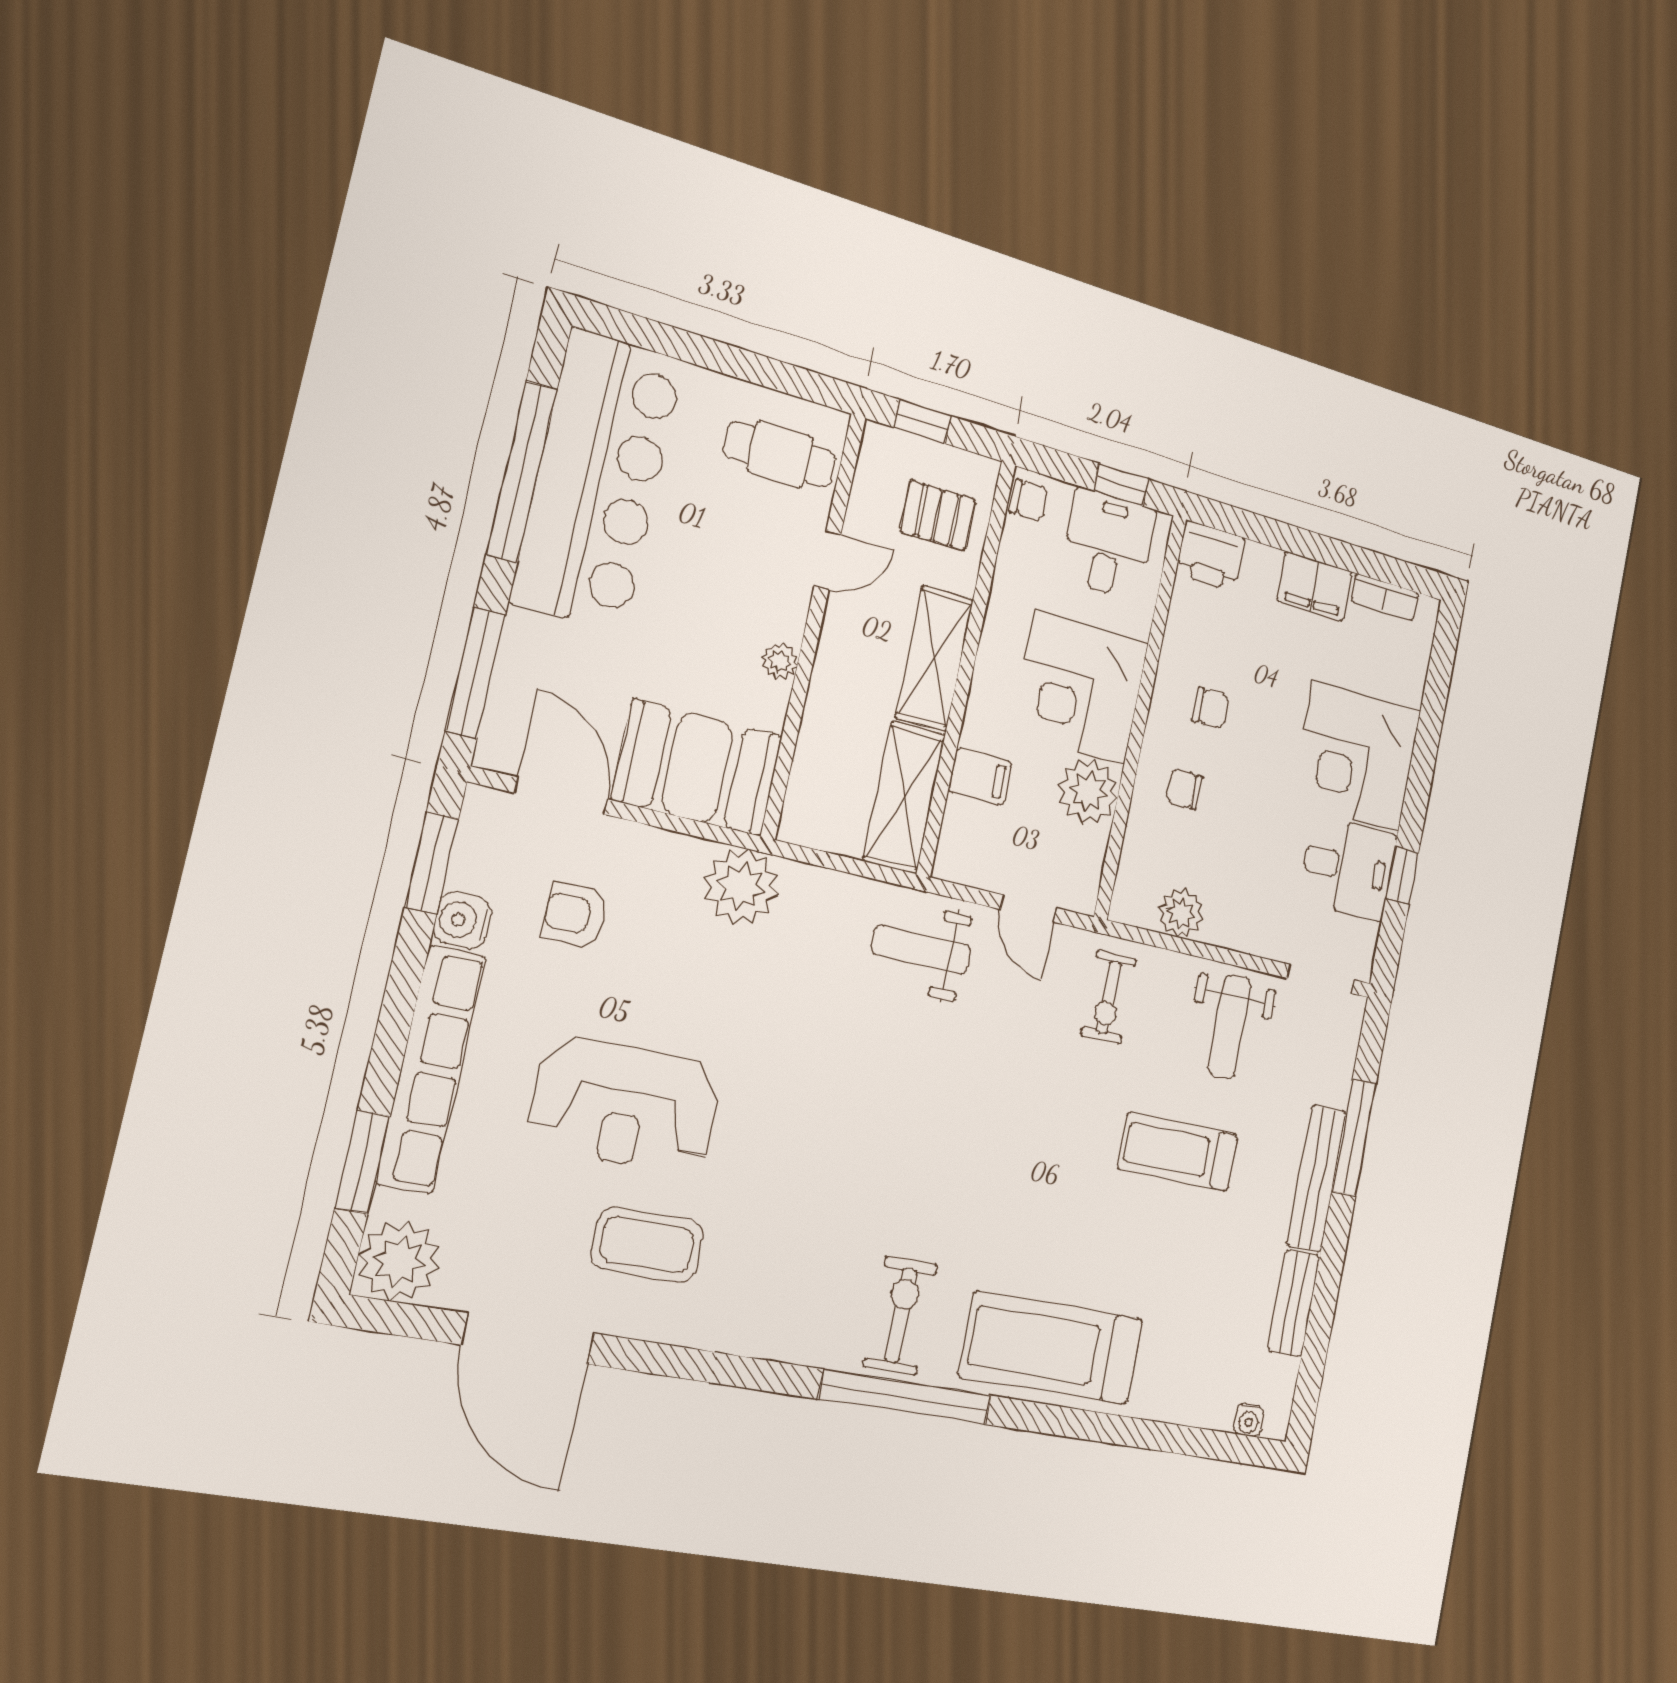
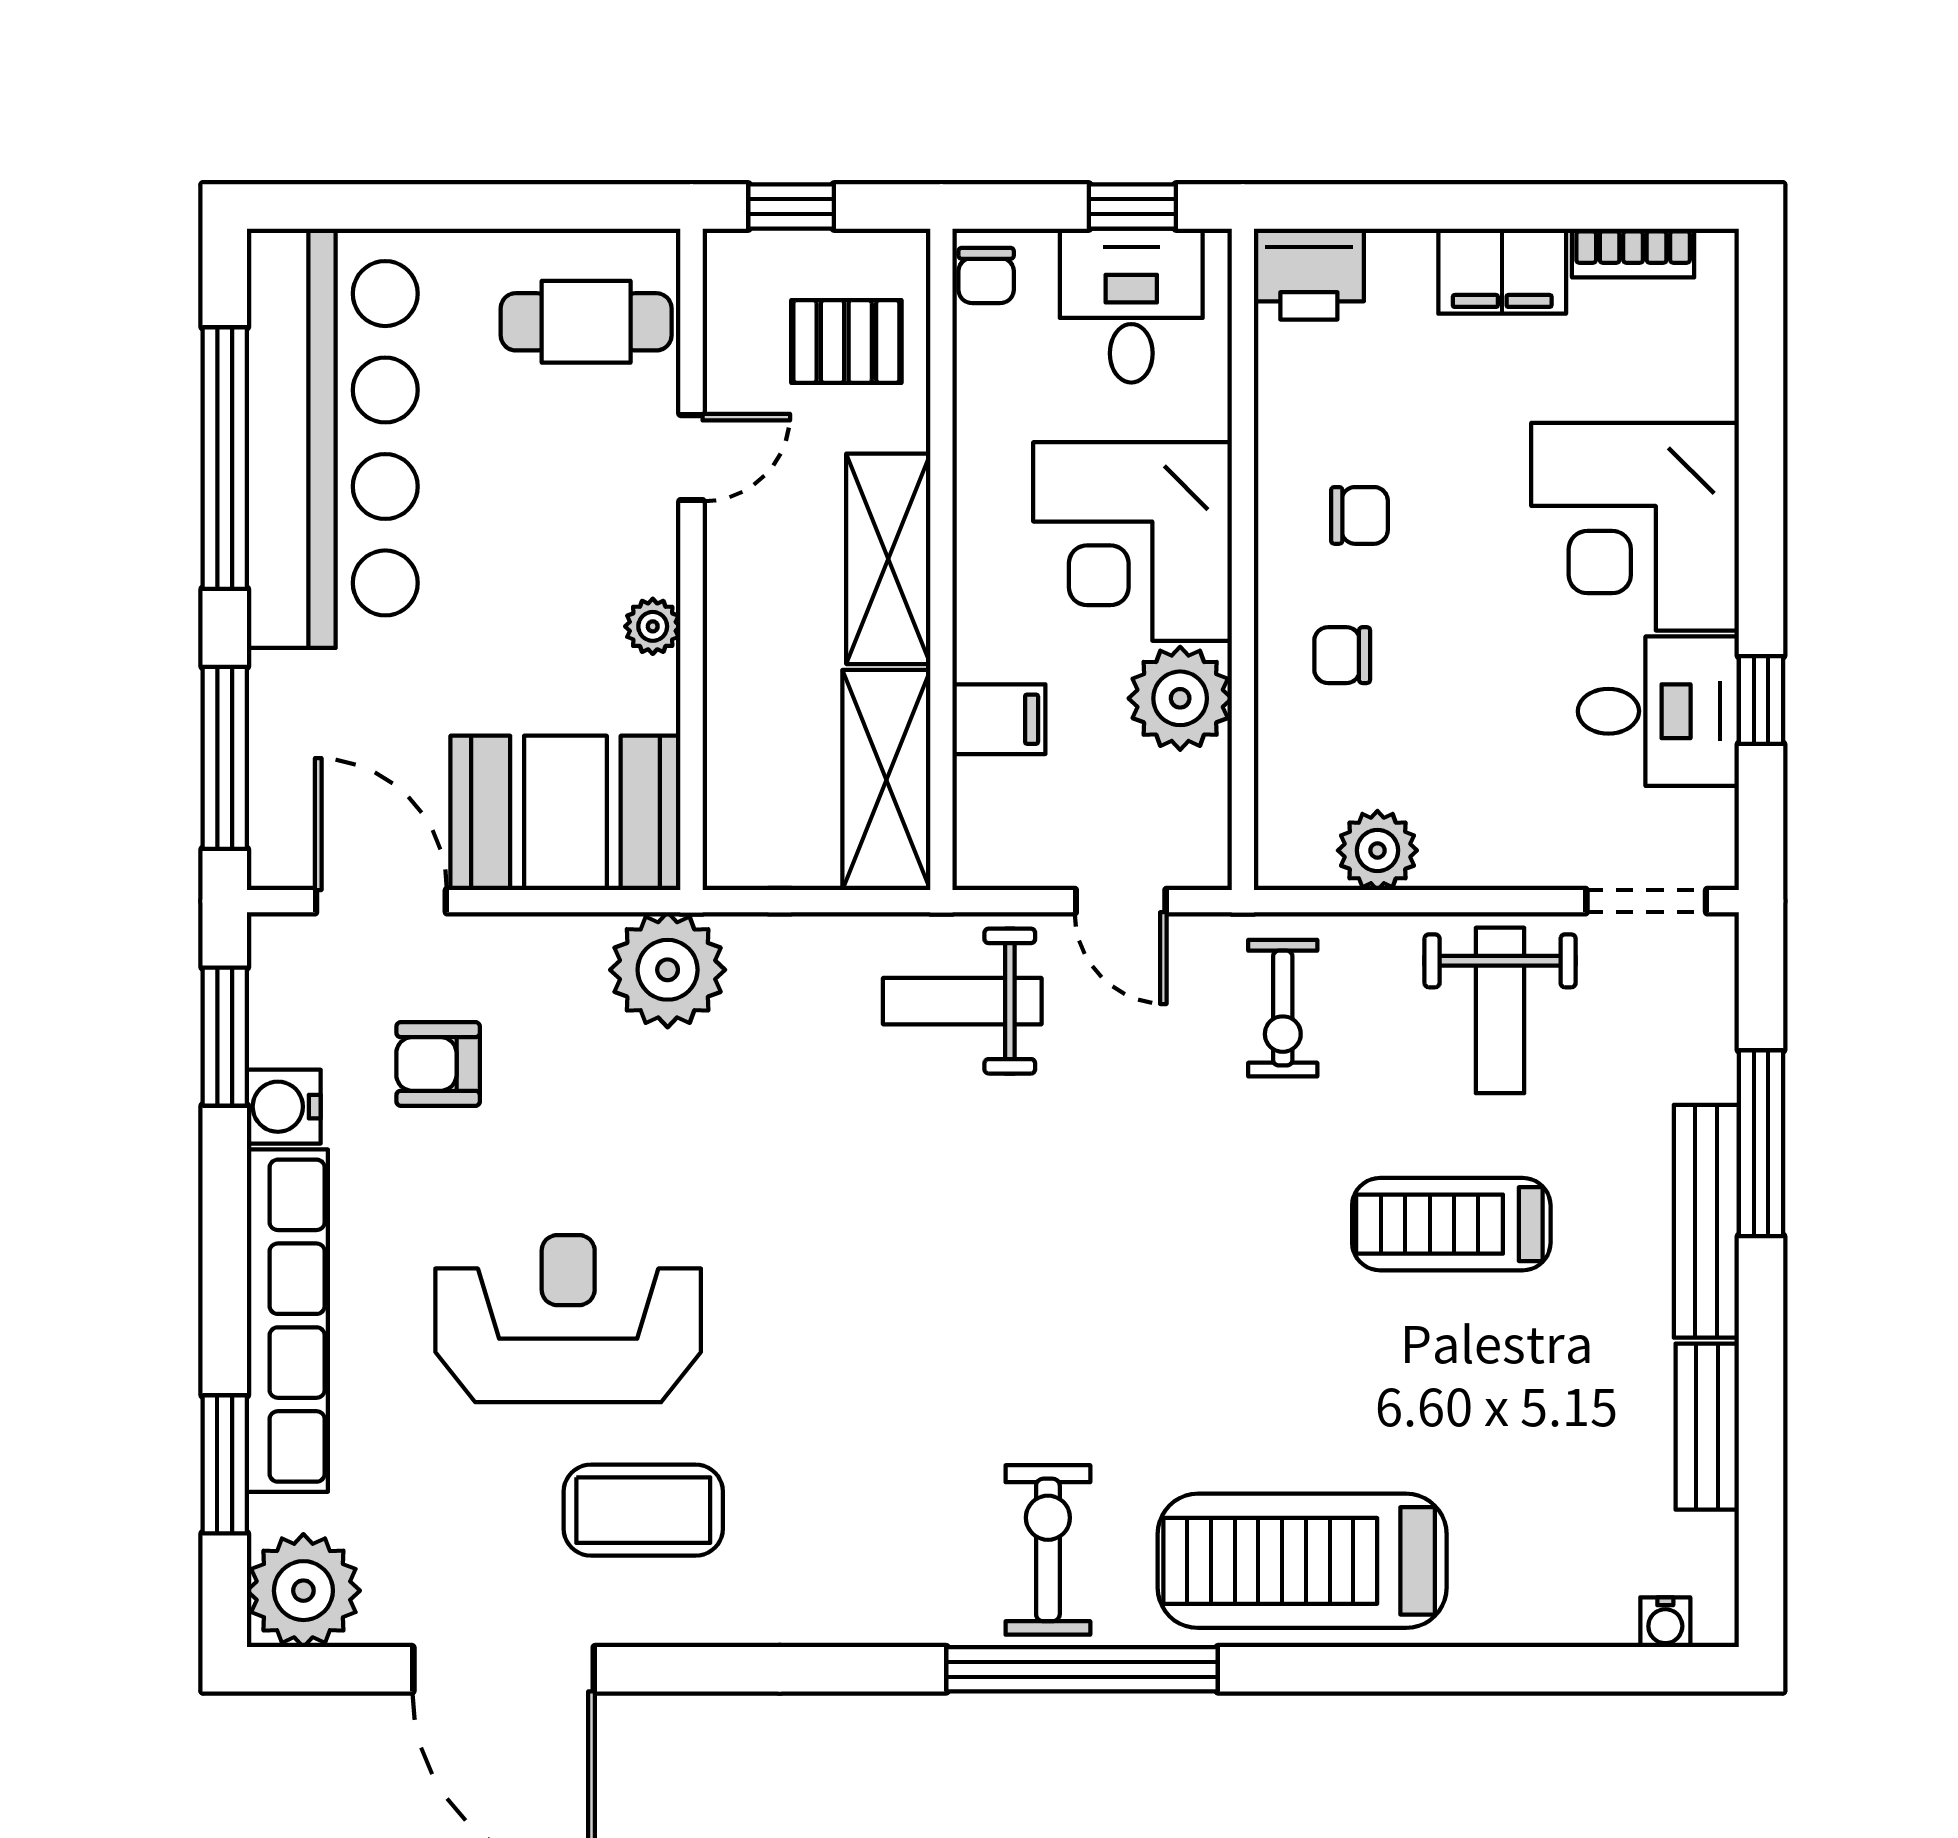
chair: (1029, 500) -> (986, 275), turned 90
reception desk: (625, 1105) -> (568, 1319), turned 180

